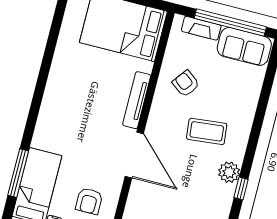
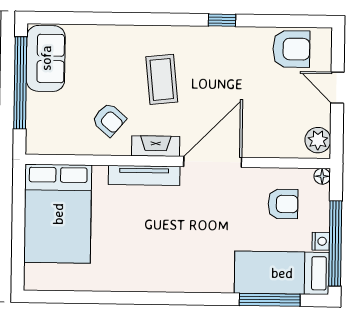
fireplace: (201, 28) -> (156, 146), moved, turned -90
armchair: (186, 84) -> (109, 120), turned -86
plant: (229, 172) -> (206, 40), removed

